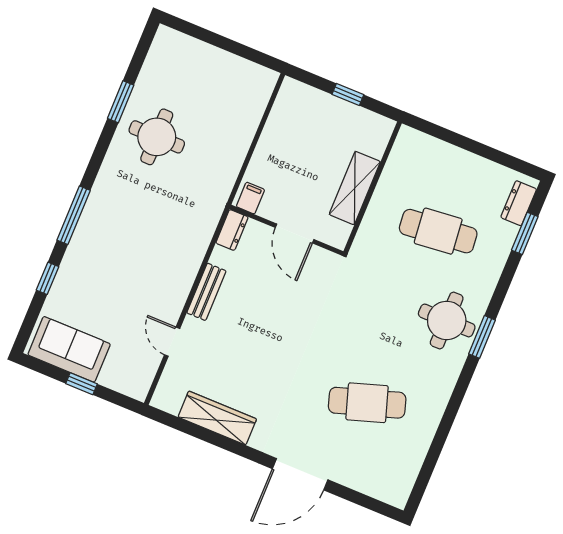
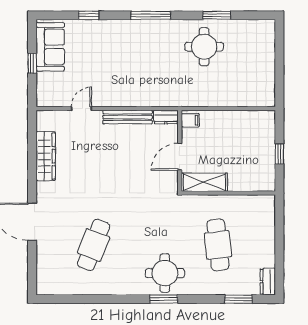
shelving: (355, 188) -> (204, 182), moved
dresser: (519, 203) -> (268, 282), moved, turned -90
window: (74, 215) -> (151, 15), moved
bench: (206, 292) -> (128, 117), width x1.36
cafe table: (367, 403) -> (94, 245), turned 39

